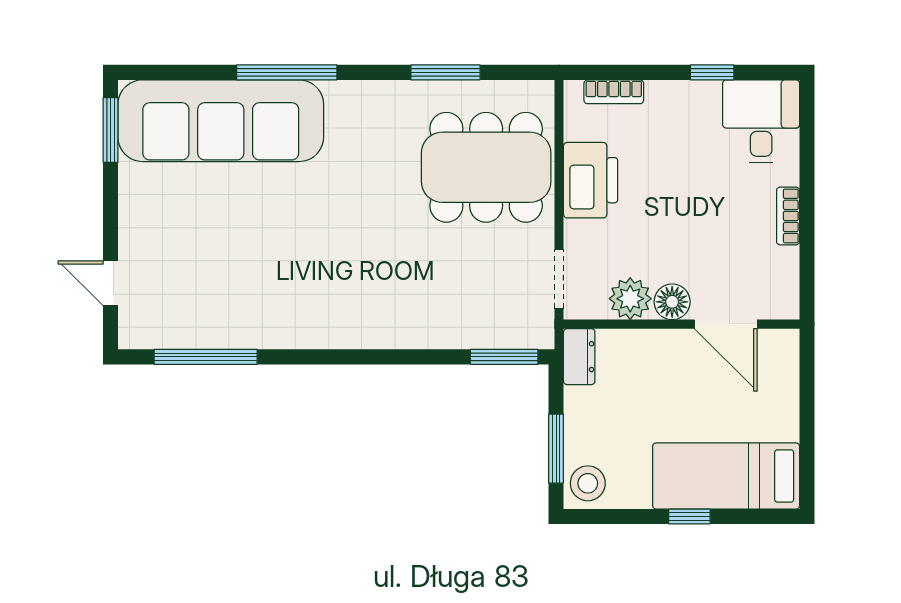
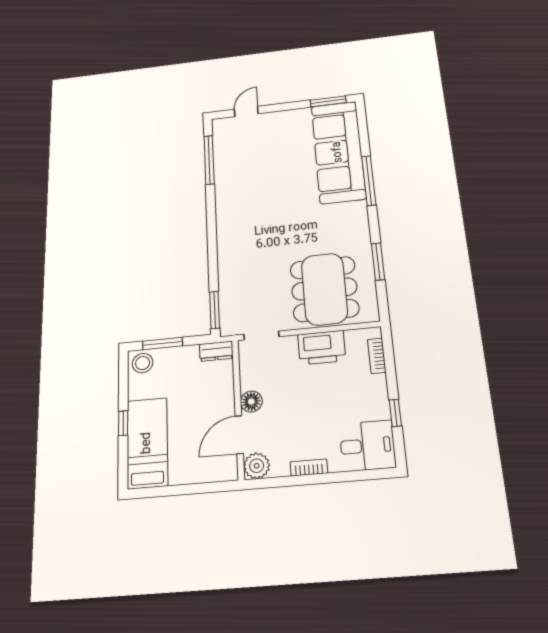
plant: (630, 299) -> (257, 466), moved

